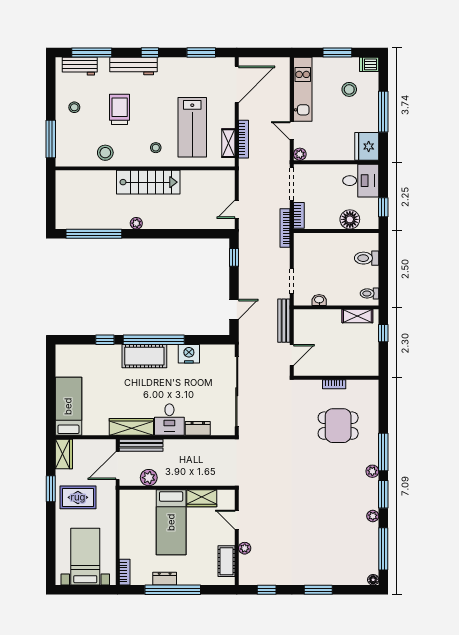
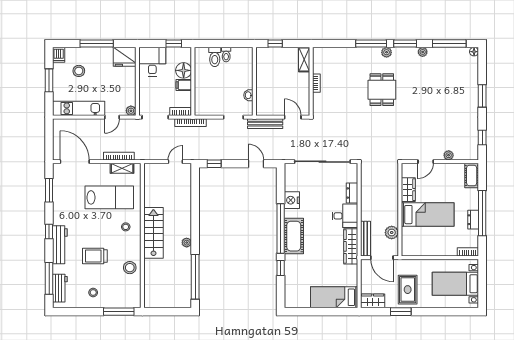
door: (237, 209) -> (175, 162), swing flipped
filing cabinet: (332, 220) -> (184, 85), added
toilet: (369, 293) -> (226, 55), moved
shelving: (357, 316) -> (304, 60), moved
dining table: (338, 426) -> (382, 90), moved
cot: (227, 561) -> (472, 175), moved, turned 90

